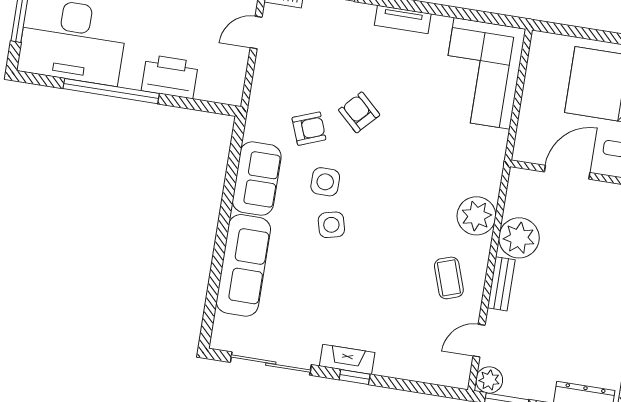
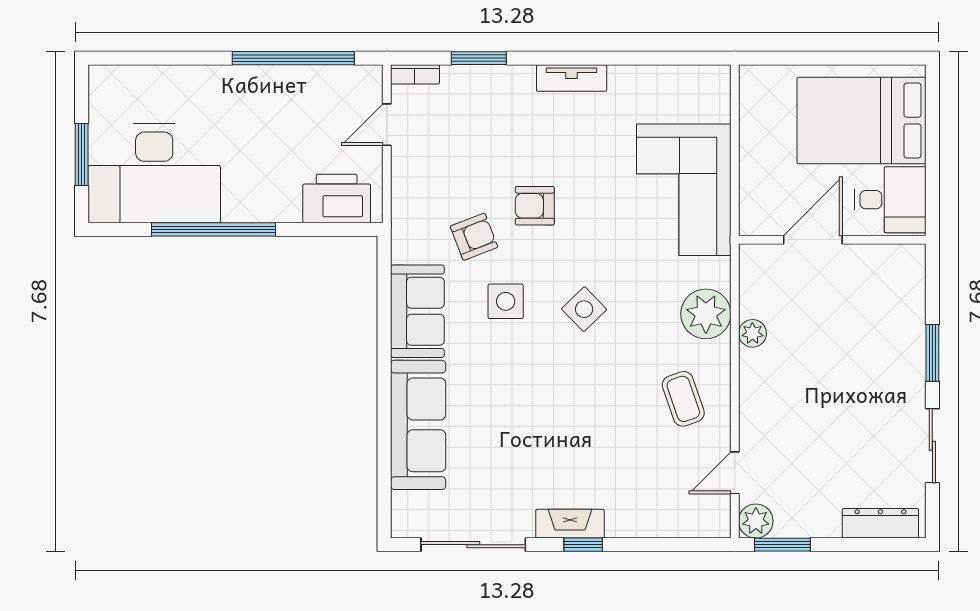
corner sofa: (482, 73) -> (684, 190), moved
printer: (170, 76) -> (337, 199), moved
armchair: (359, 112) -> (535, 206), turned -43
side table: (331, 225) -> (584, 309), moved, turned -30
plant: (519, 238) -> (752, 333), width x0.53, depth x0.53
bench: (501, 284) -> (751, 396), removed

